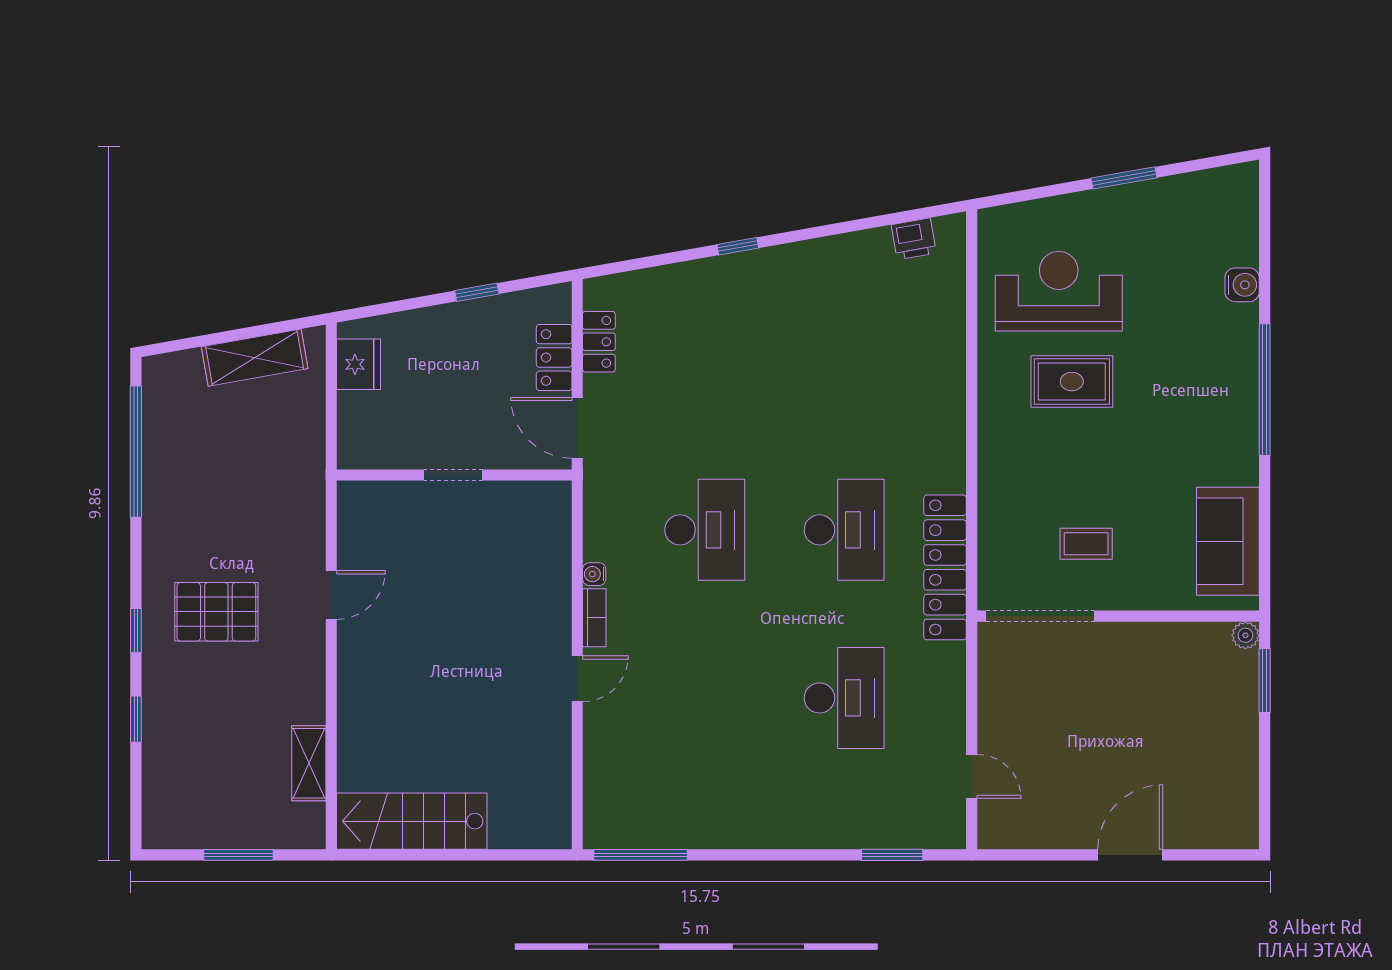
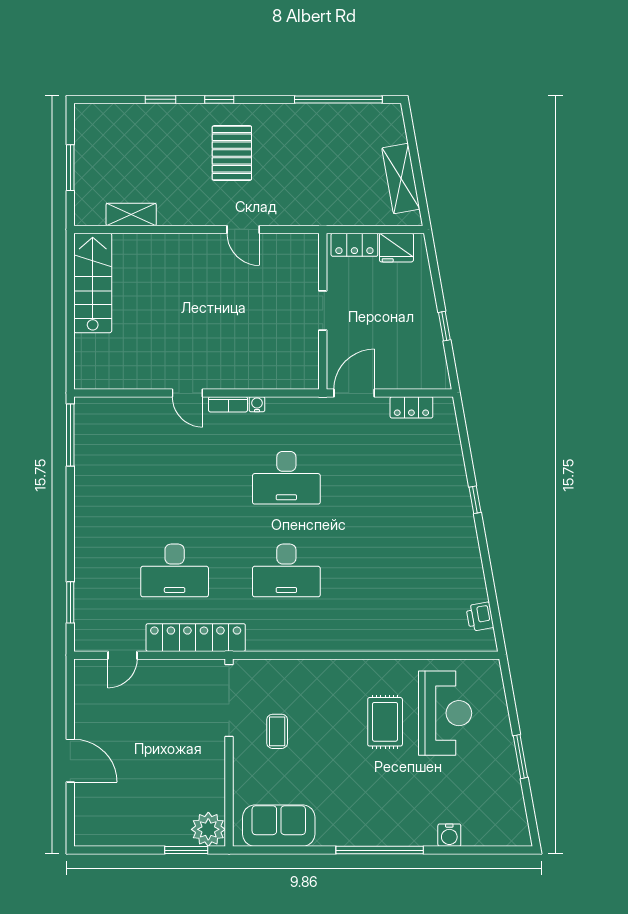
locker: (554, 357) -> (354, 245), moved, turned 180
locker: (945, 567) -> (196, 638), moved
plant: (1245, 635) -> (208, 829), width x1.88, depth x1.88

